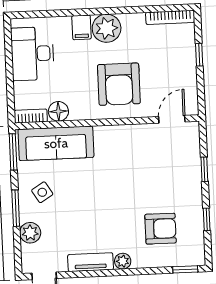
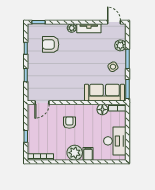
armchair: (119, 84) -> (69, 123), width x0.53, depth x0.53

